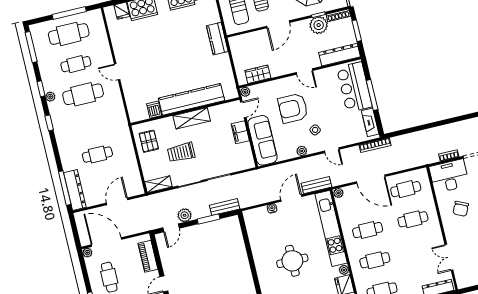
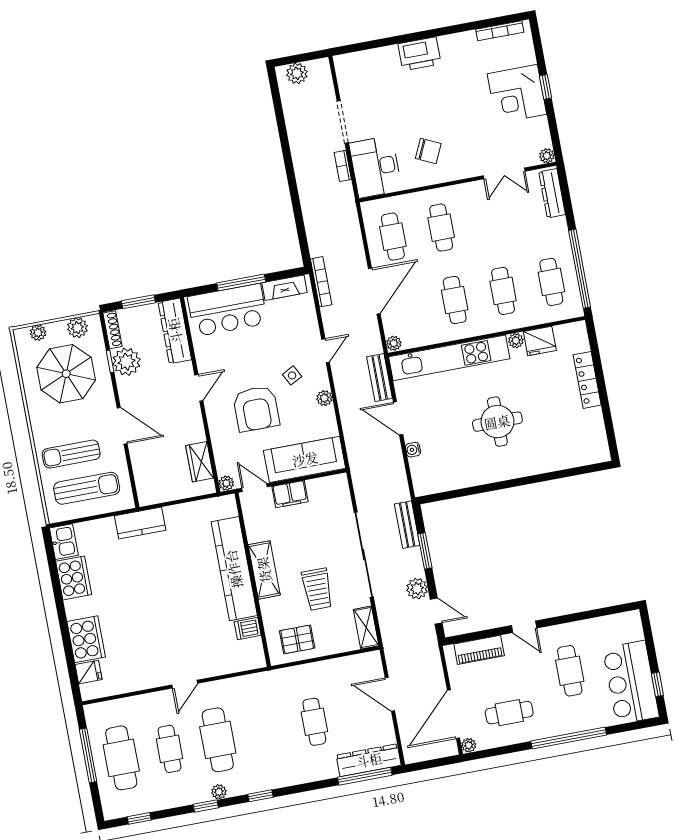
window: (31, 47) -> (139, 818), width x0.46
plant: (461, 284) -> (547, 156), added

